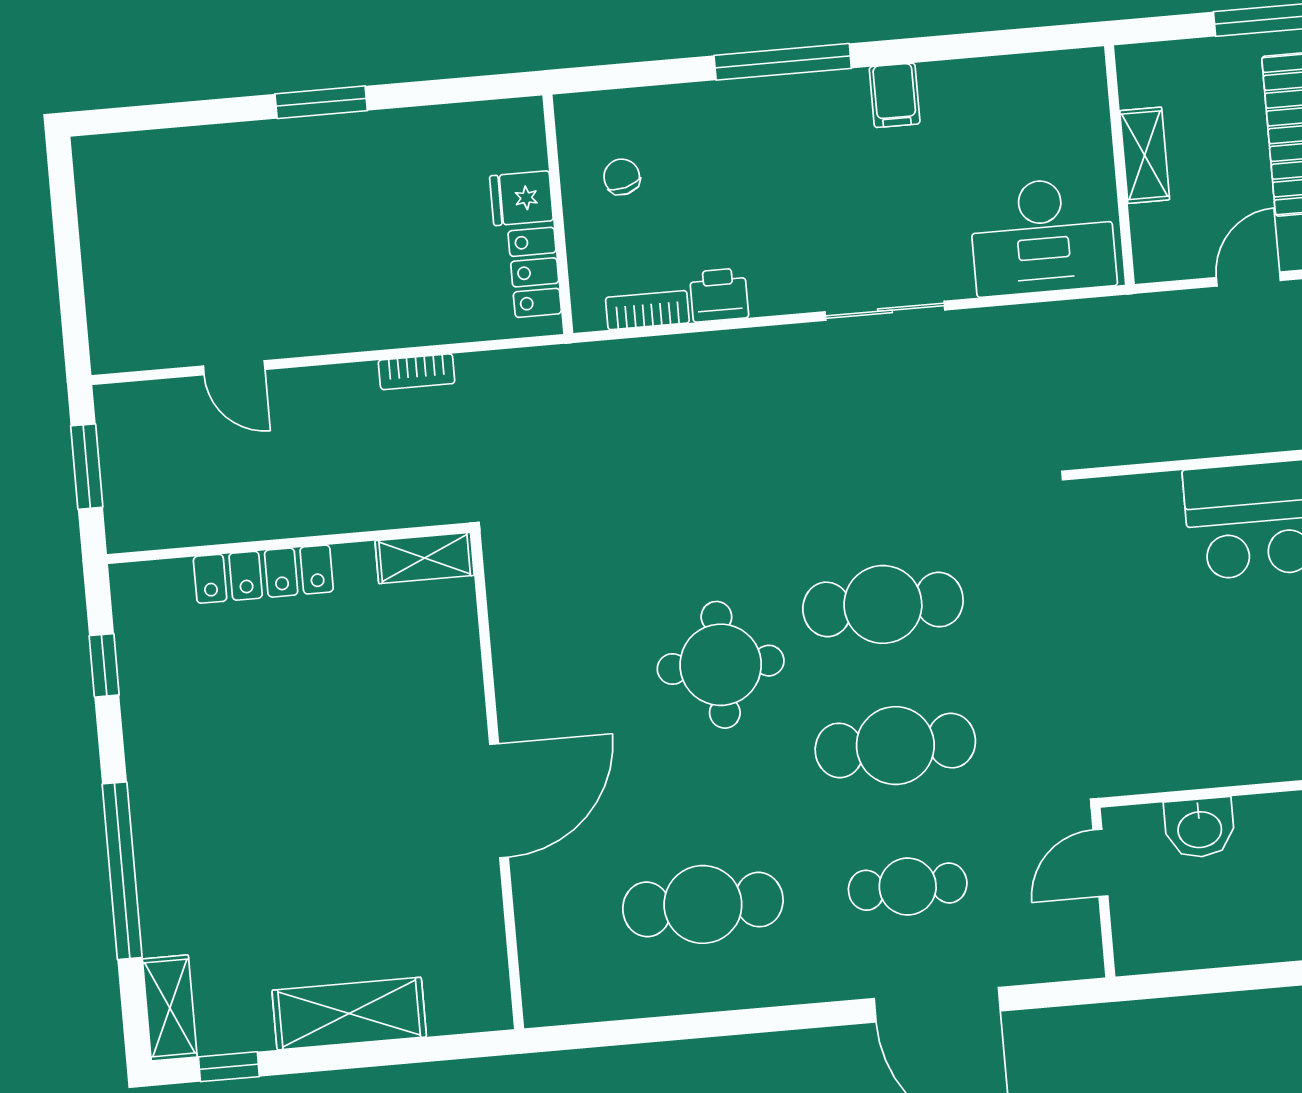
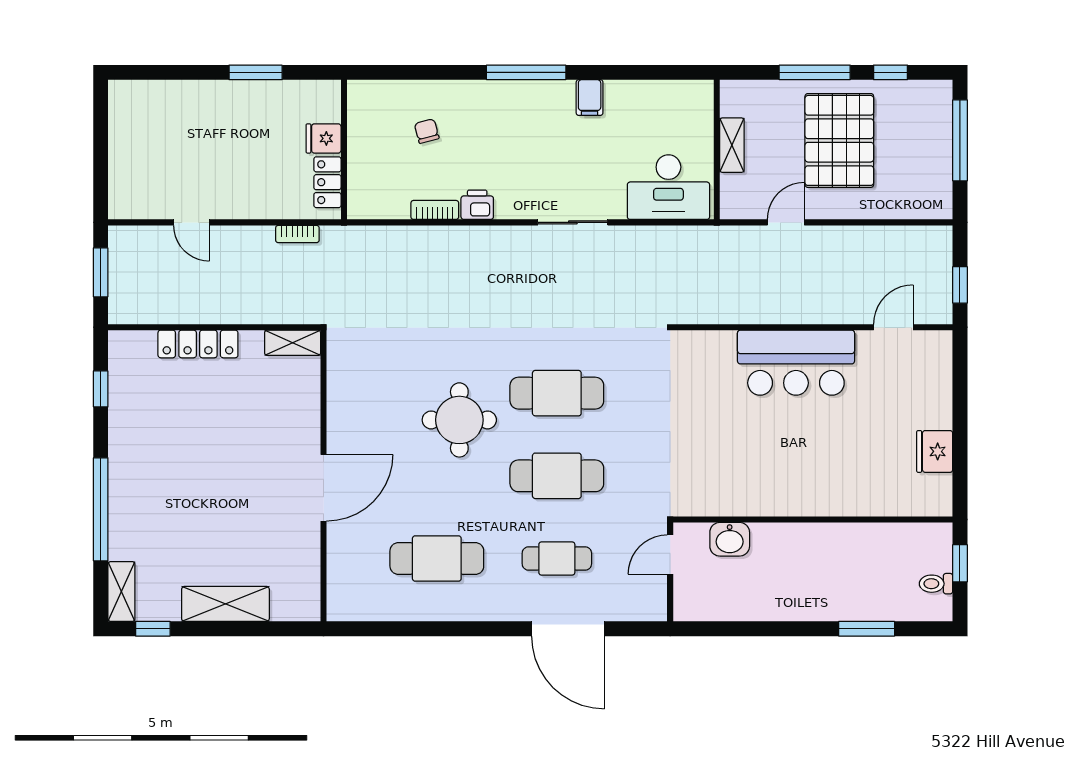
fridge: (521, 198) -> (324, 138), moved
wall: (558, 214) -> (344, 150), moved
locker: (535, 272) -> (327, 182), moved

